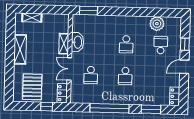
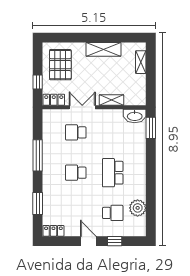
washbasin: (77, 42) -> (135, 116), moved
school desk: (126, 44) -> (113, 173), width x1.85
pallet: (32, 87) -> (60, 65), turned 90
window: (110, 108) -> (38, 155), width x0.68

